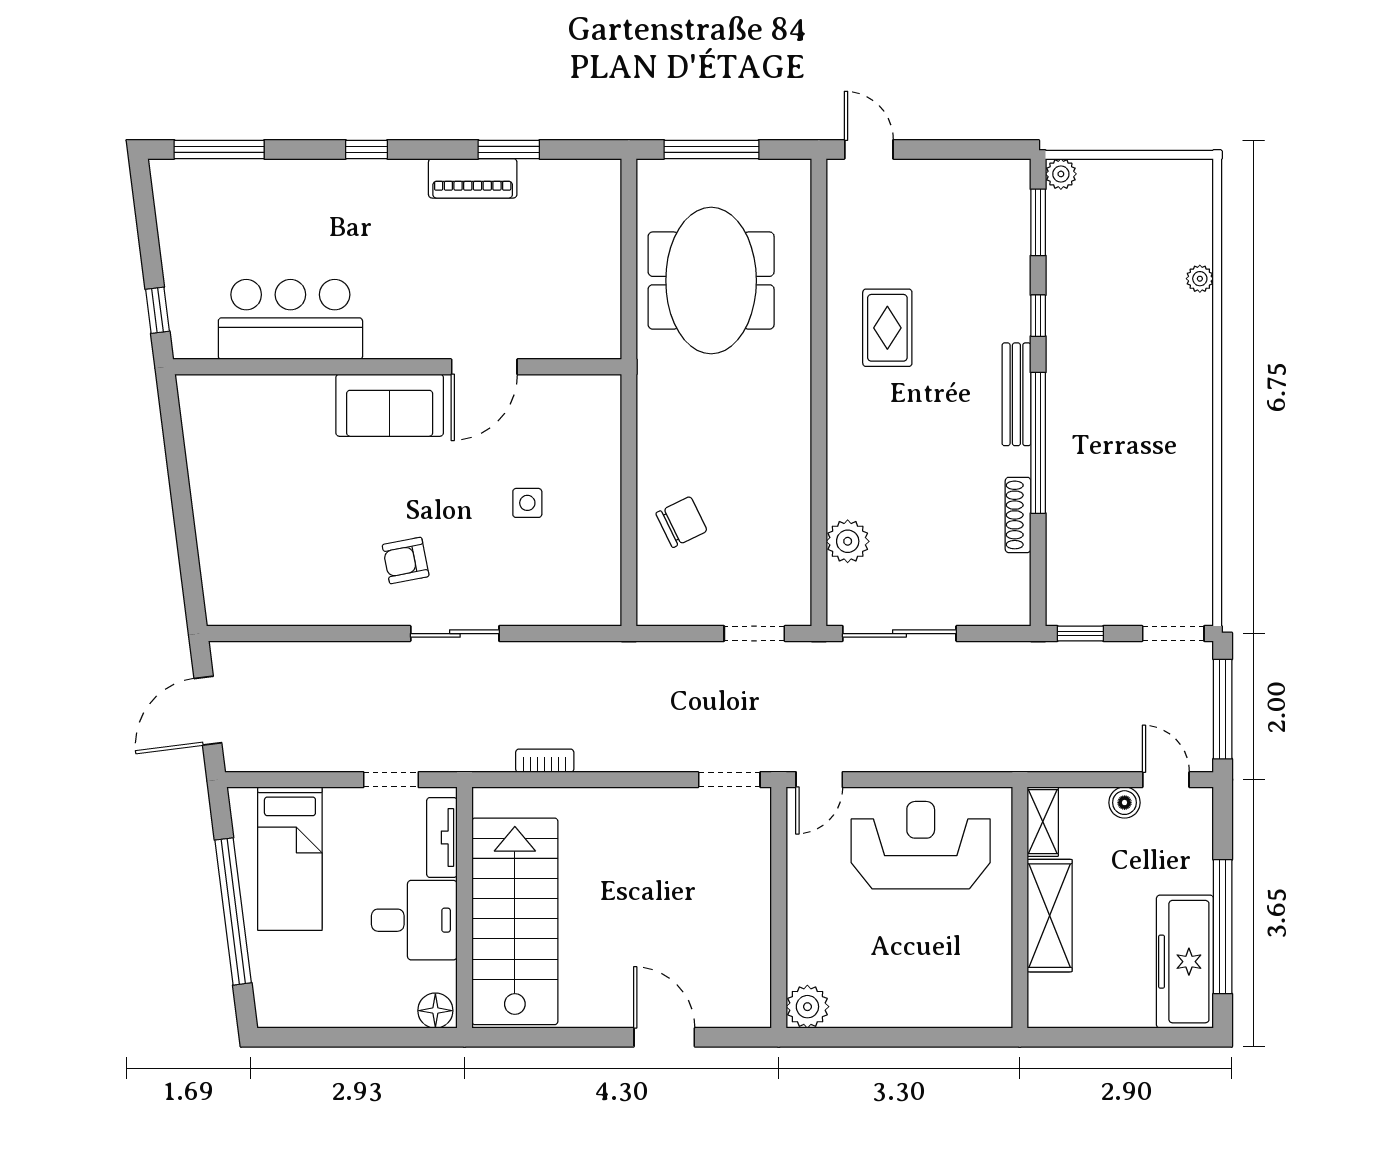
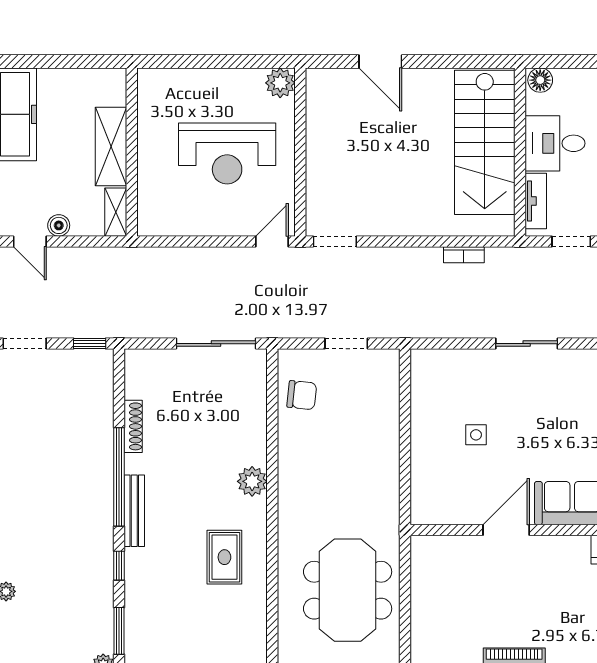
chair: (681, 522) -> (302, 395), moved, turned -148
plant: (848, 541) -> (252, 481), moved
armchair: (406, 561) -> (561, 395), removed
doorway: (754, 634) -> (346, 344), moved
reception desk: (921, 845) -> (227, 154), moved

